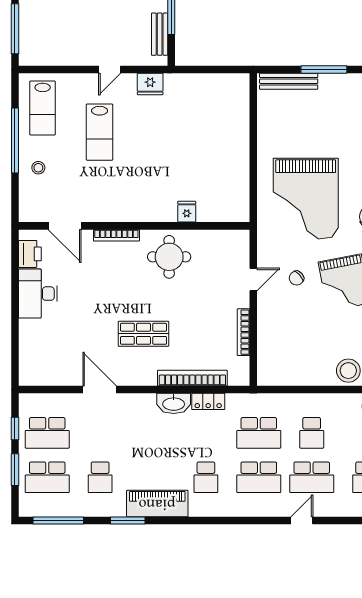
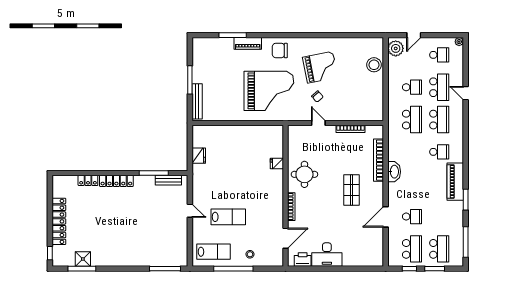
fridge: (150, 84) -> (199, 156), moved
locker: (208, 401) -> (393, 150), removed
school desk: (100, 477) -> (412, 217), moved

